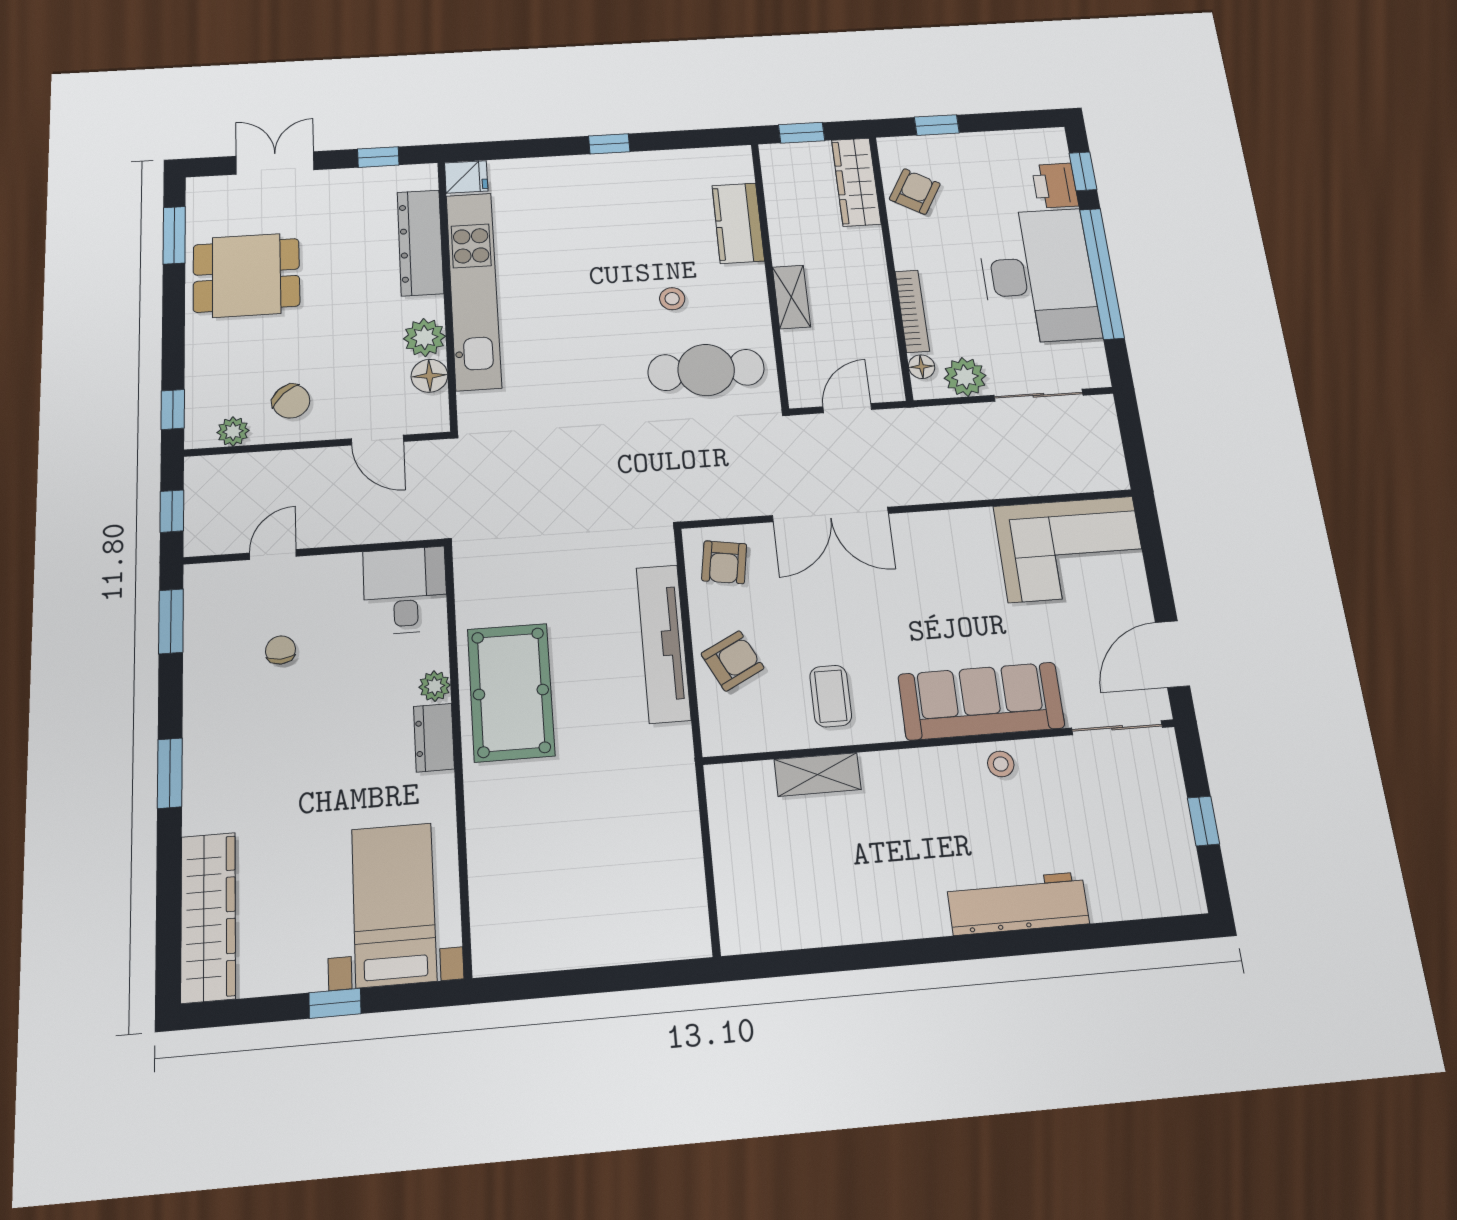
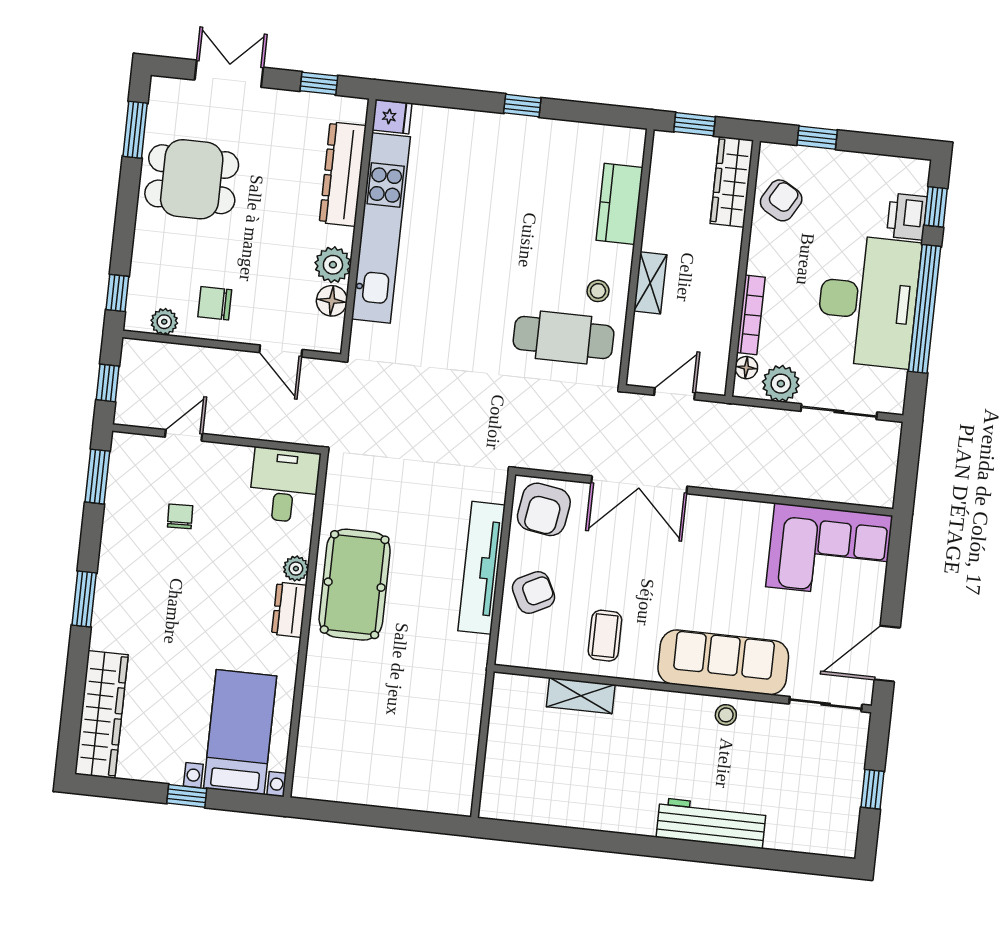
stool: (672, 299) -> (598, 291), moved
chair: (291, 401) -> (215, 303), turned 132
armchair: (724, 562) -> (544, 509), width x1.38, depth x1.38

